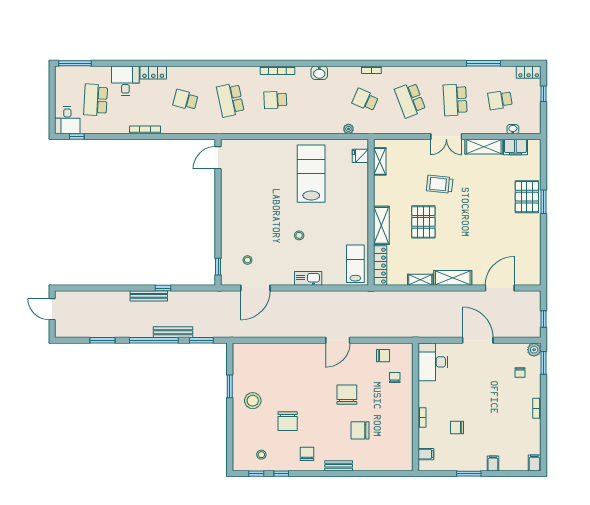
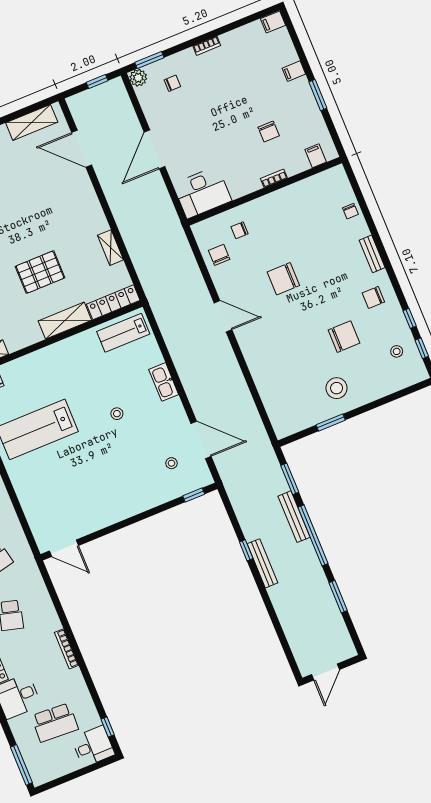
shelving: (453, 278) -> (32, 122), moved, turned 90
chair: (360, 430) -> (350, 211), moved, width x0.54, depth x0.54

